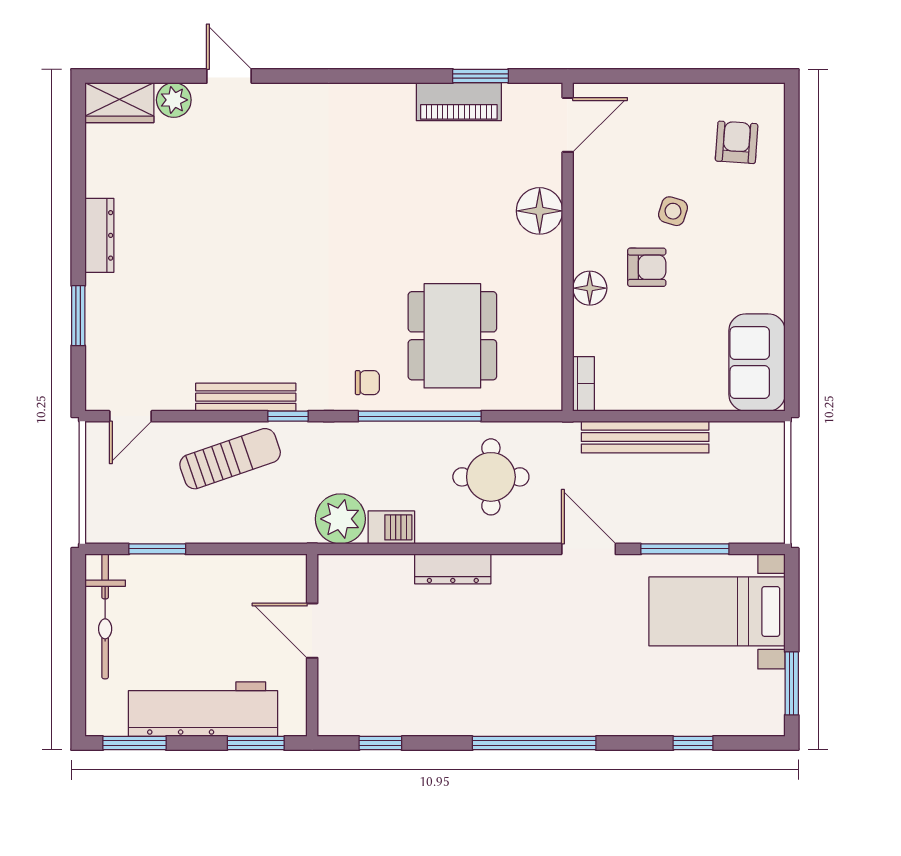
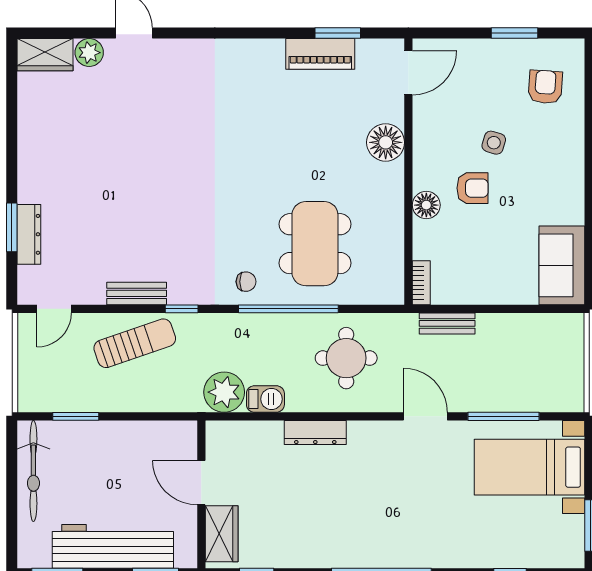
window: (699, 76) -> (514, 33), added
dresser: (99, 235) -> (29, 234), moved
bench: (246, 397) -> (137, 293), width x0.73
bench: (645, 437) -> (447, 323), width x0.54, depth x0.82
wardrobe: (337, 694) -> (222, 534), added

